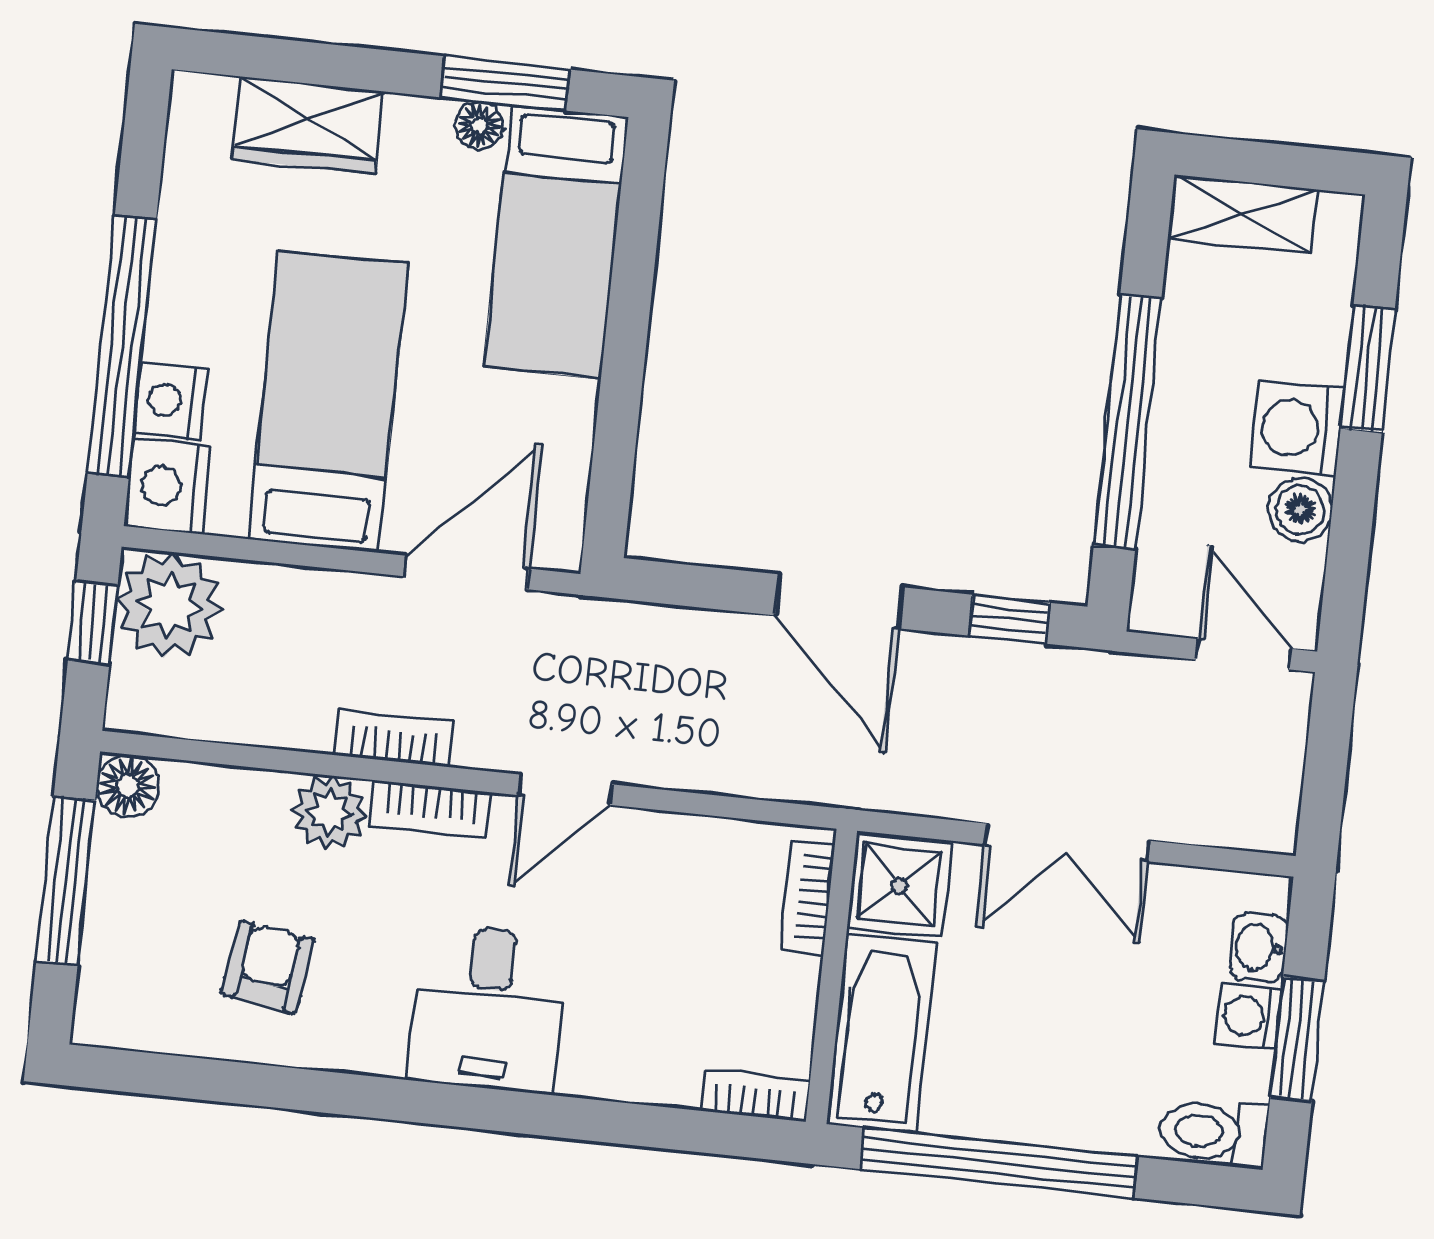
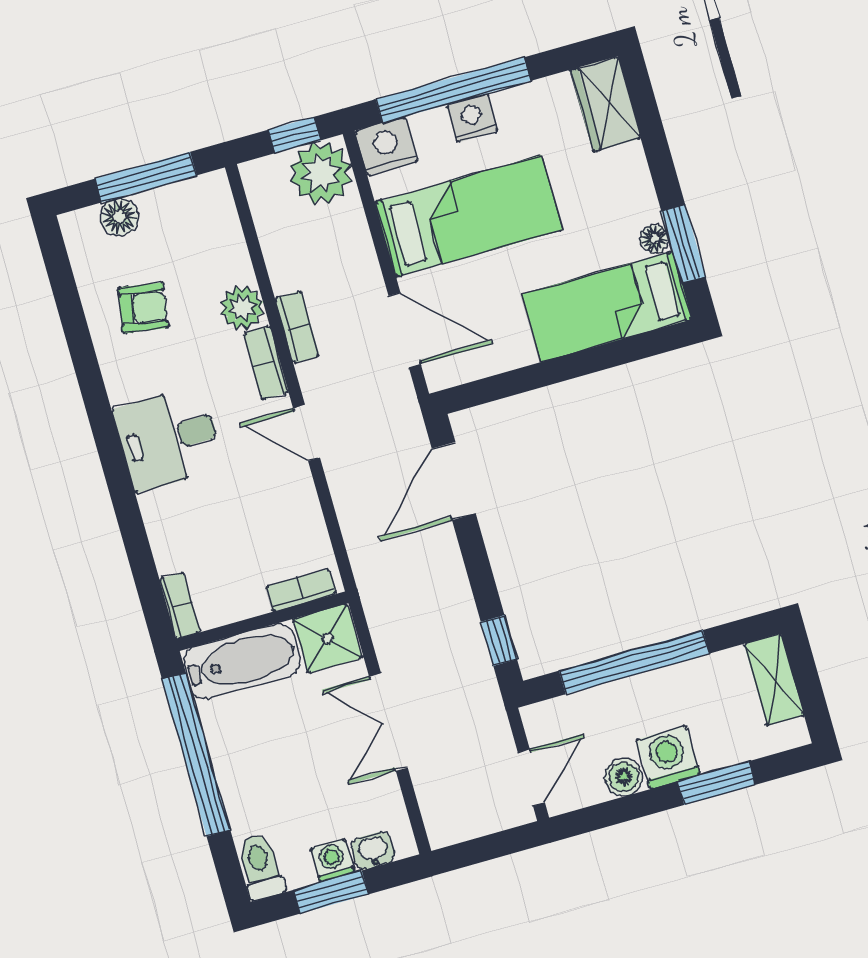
wardrobe: (308, 125) -> (605, 104), moved
nightstand: (170, 401) -> (472, 118), moved
door: (839, 601) -> (454, 481), moved
floor lamp: (128, 786) -> (119, 217), moved

